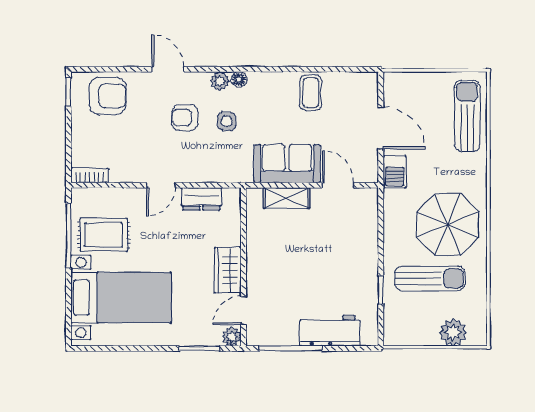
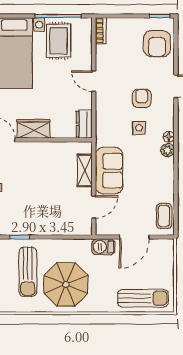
plant: (220, 81) -> (168, 150), moved
coffee table: (311, 93) -> (164, 216), moved, turned 90
dresser: (201, 199) -> (84, 124), moved

